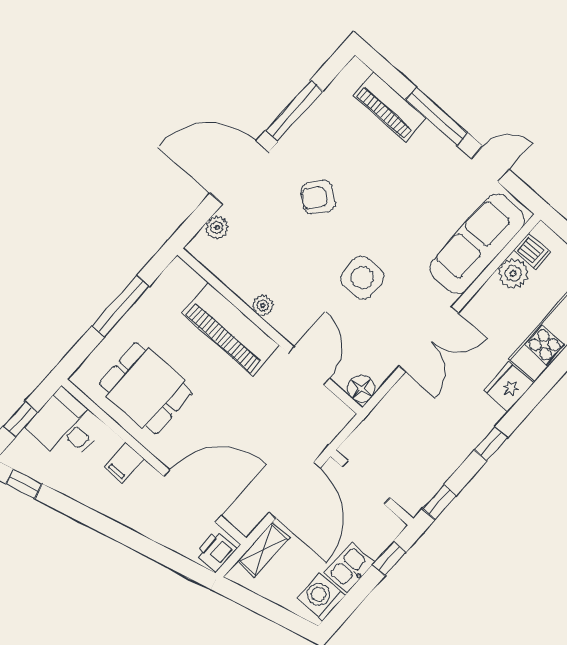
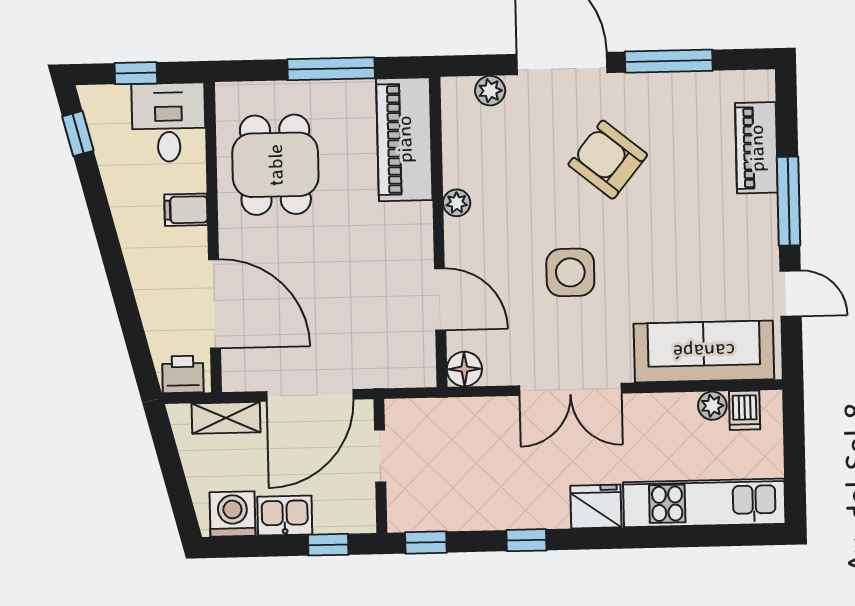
armchair: (318, 197) -> (608, 160), width x1.38, depth x1.38
plant: (513, 273) -> (712, 406), width x0.73, depth x0.73
piano: (231, 329) -> (404, 139), moved
door: (309, 366) -> (440, 299), hinge flipped
doorway: (366, 482) -> (380, 456), width x0.73

